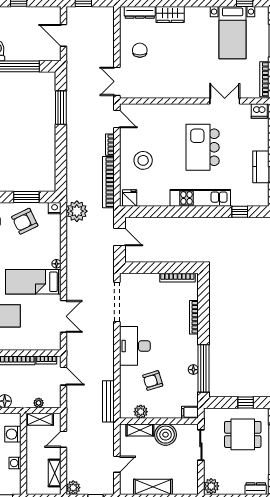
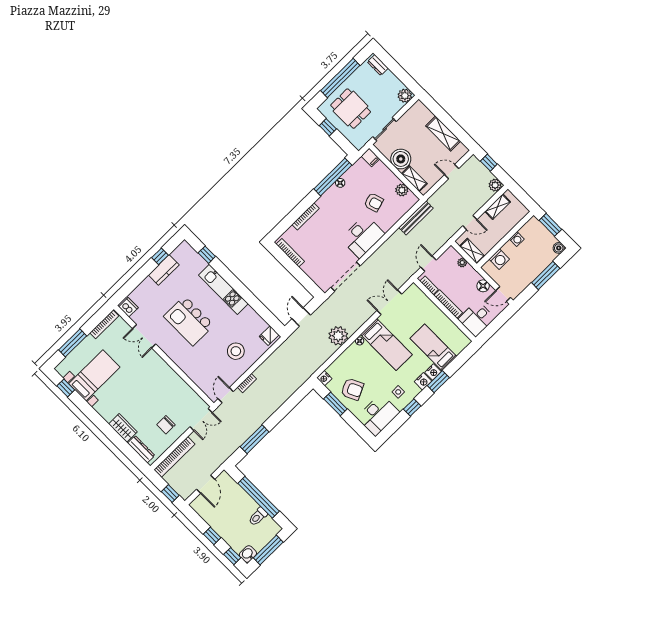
kitchen island: (203, 147) -> (189, 321), turned 90
bookcase: (108, 182) -> (174, 457), moved
plant: (77, 211) -> (338, 336), moved

